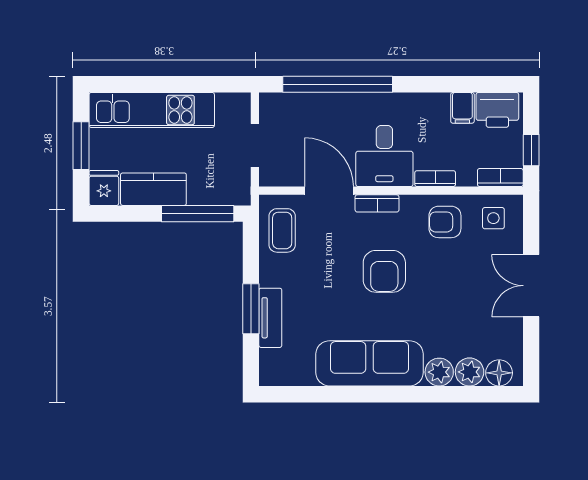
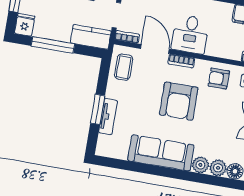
bookcase: (435, 179) -> (127, 37), moved
kitchen counter: (153, 189) -> (91, 37), moved
window: (198, 214) -> (53, 45), moved
armchair: (384, 271) -> (179, 101), width x1.36, depth x1.36

